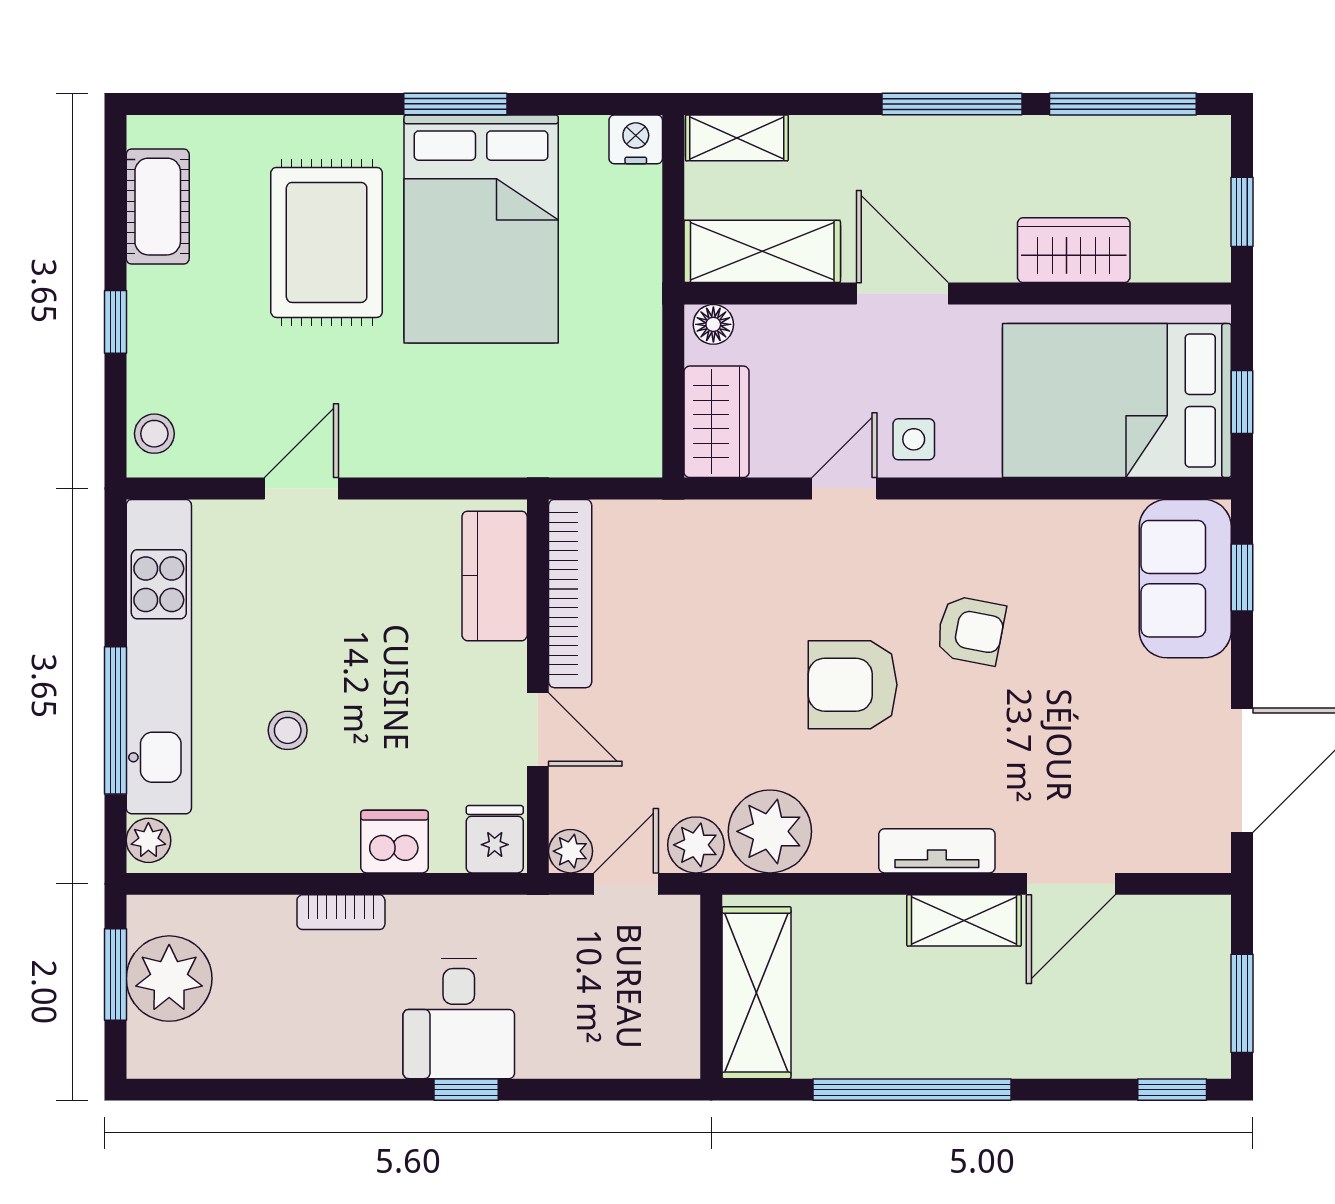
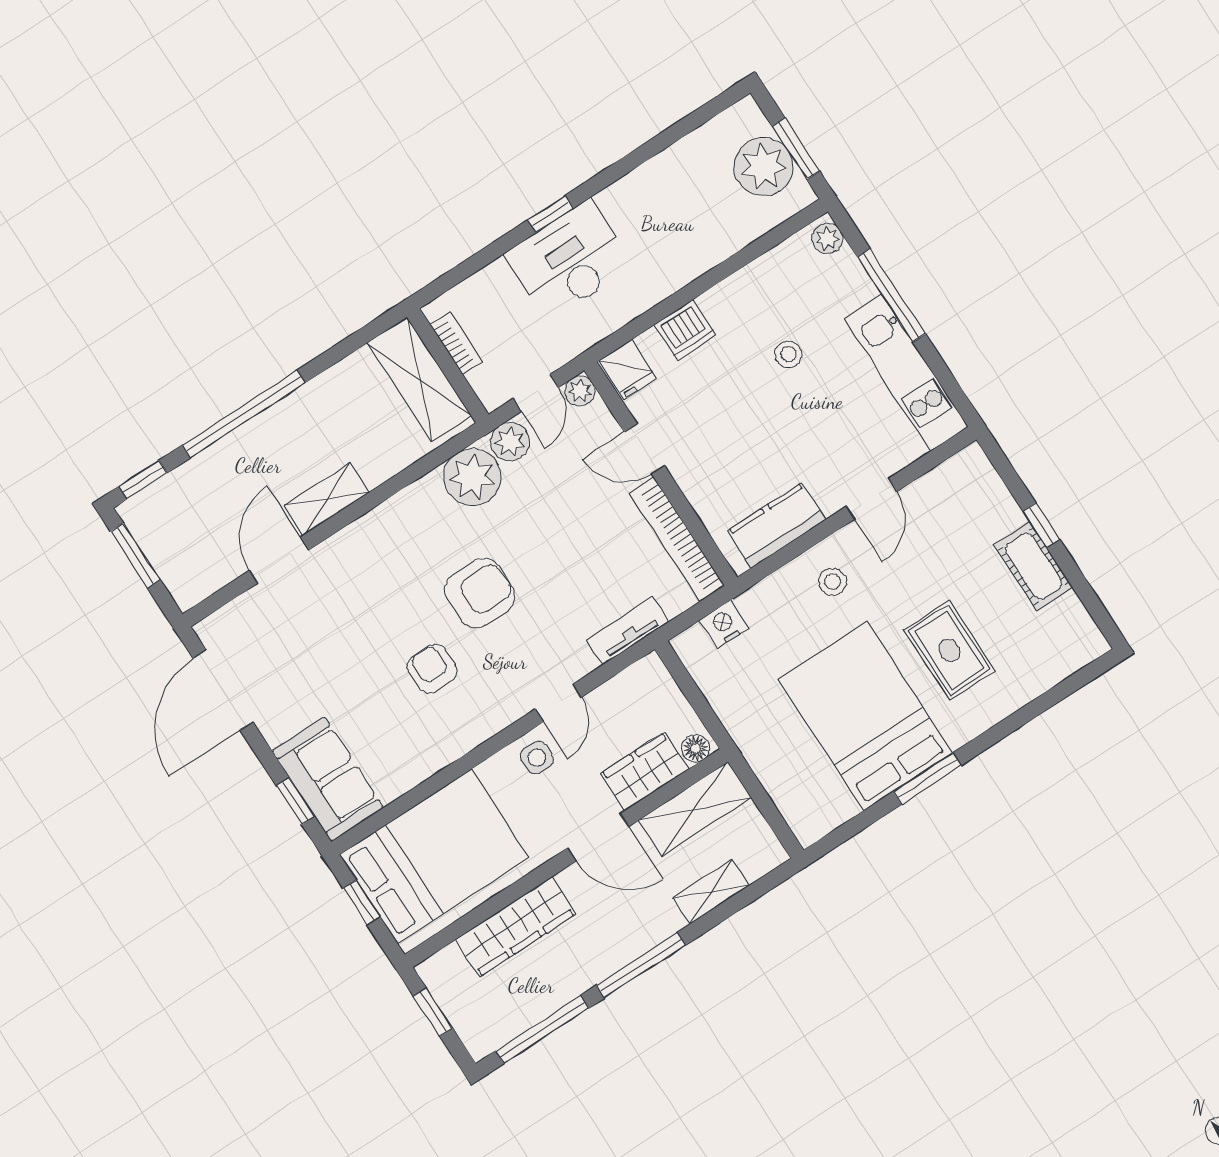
shelving: (737, 138) -> (711, 892), moved
nightstand: (636, 139) -> (724, 624), moved, turned 180
cot: (158, 207) -> (1033, 566), moved
rug: (327, 242) -> (949, 650), width x0.73, depth x0.70
wardrobe: (1074, 250) -> (516, 927), width x1.50
wardrobe: (717, 422) -> (645, 771), moved, turned 90
stool: (154, 434) -> (832, 582), moved
kitchen counter: (495, 576) -> (777, 525), moved, turned -90
armchair: (971, 630) -> (432, 669), turned 79
kitchen unit: (159, 657) -> (906, 373), width x0.73
tv unit: (937, 851) -> (628, 631), moved, turned 180
bookcase: (341, 912) -> (456, 343), moved, turned 90
desk: (459, 1019) -> (569, 260), width x1.37
window: (912, 1090) -> (244, 414), moved

